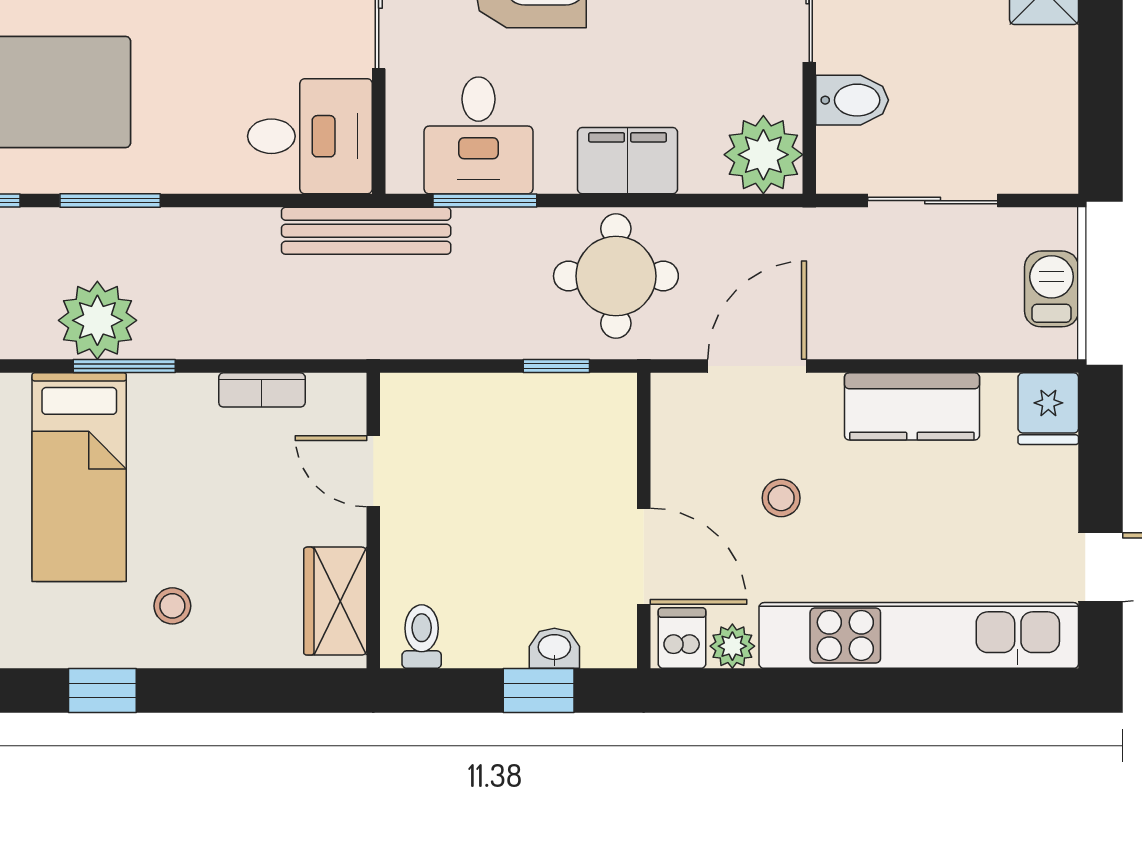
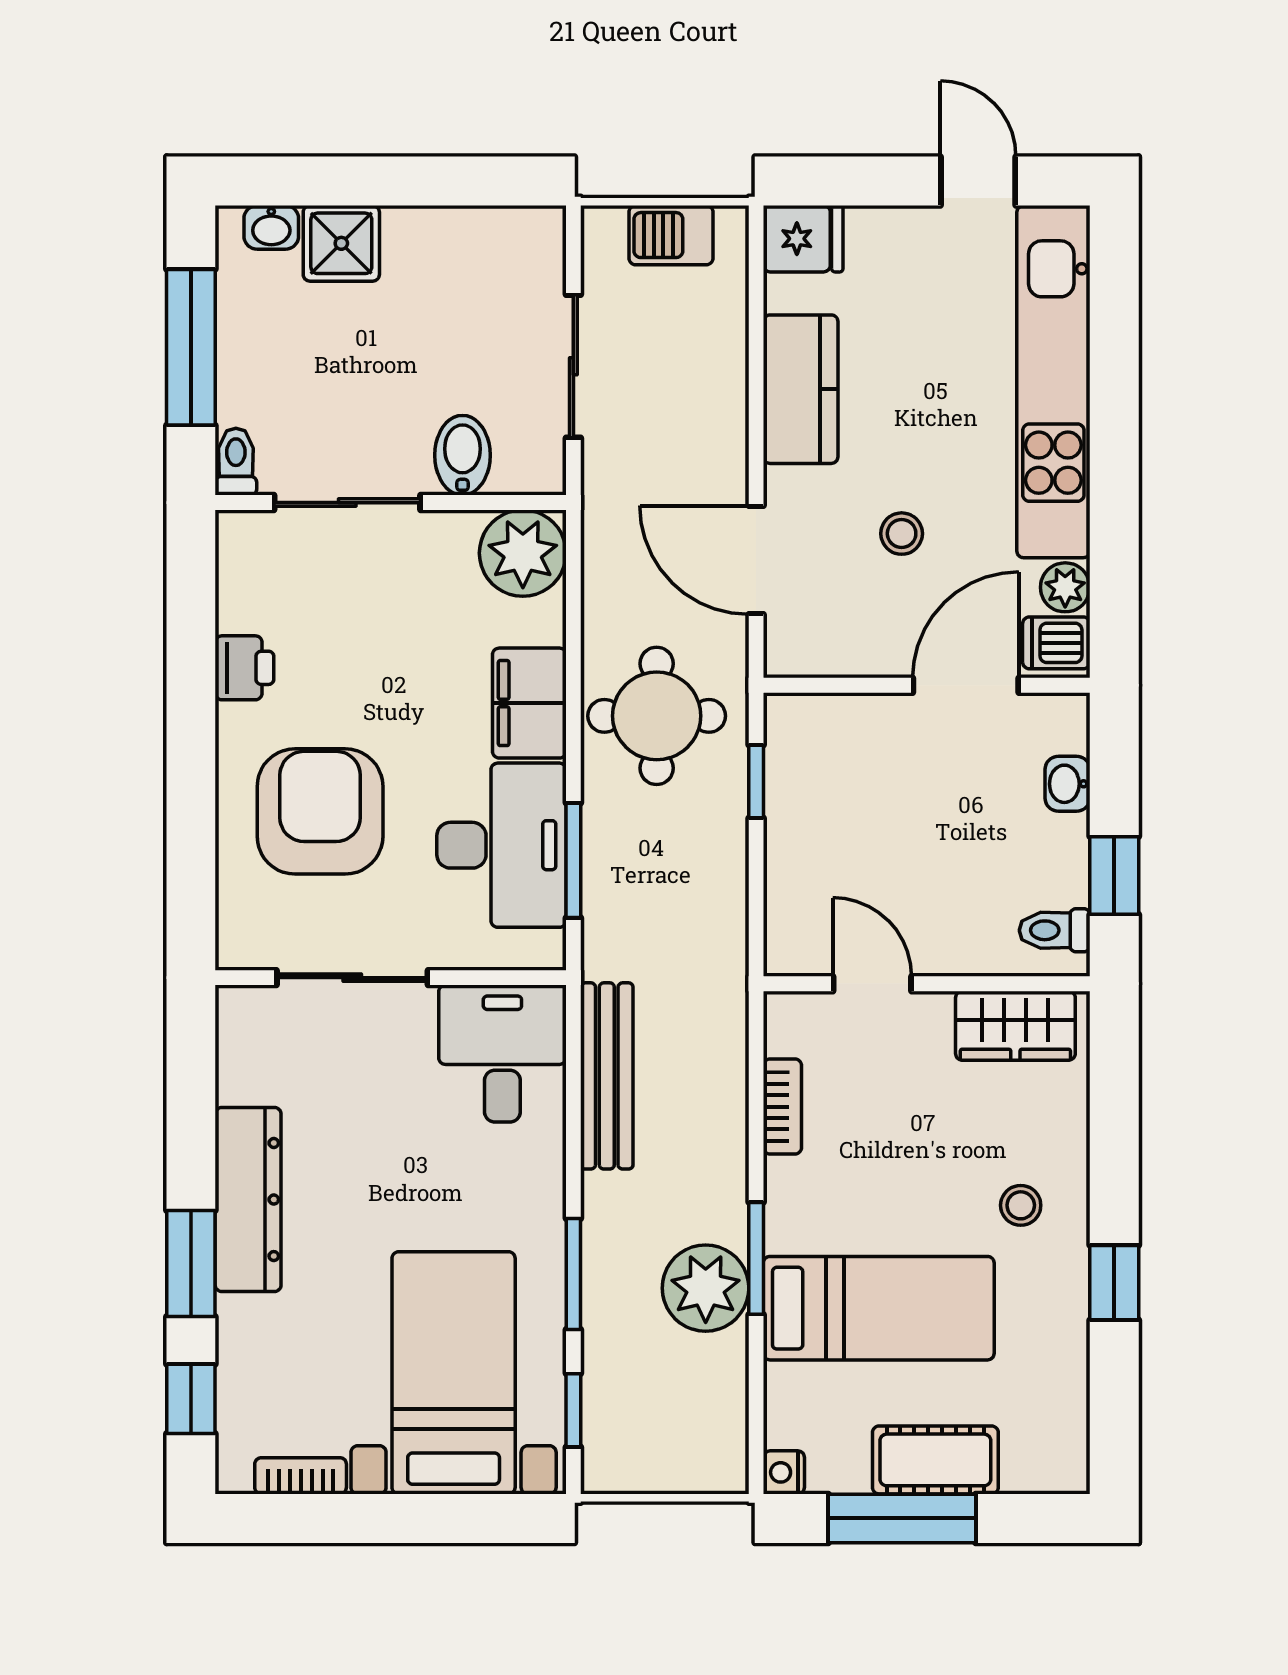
desk: (479, 135) -> (501, 845), width x1.37
bench: (366, 231) -> (607, 1076), moved
door: (373, 471) -> (872, 984), swing flipped
window: (539, 691) -> (1114, 875), moved

